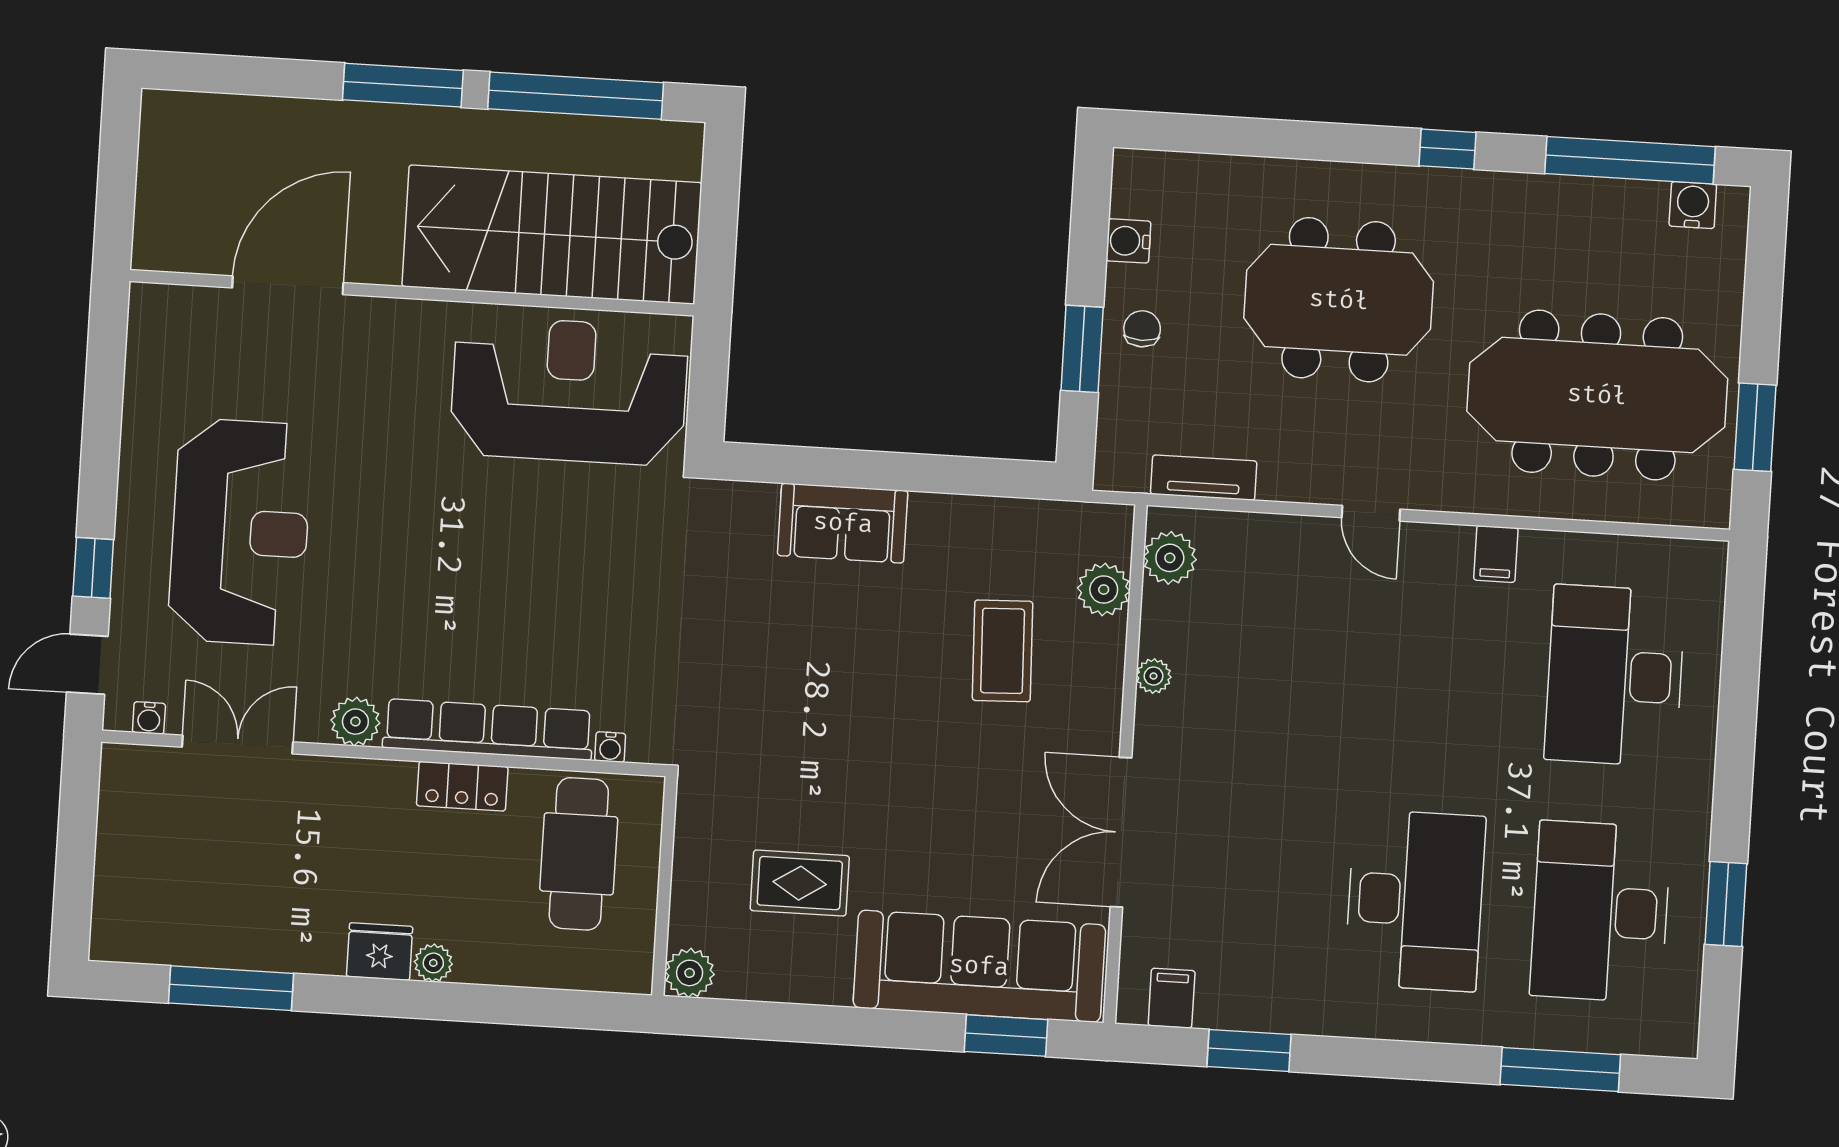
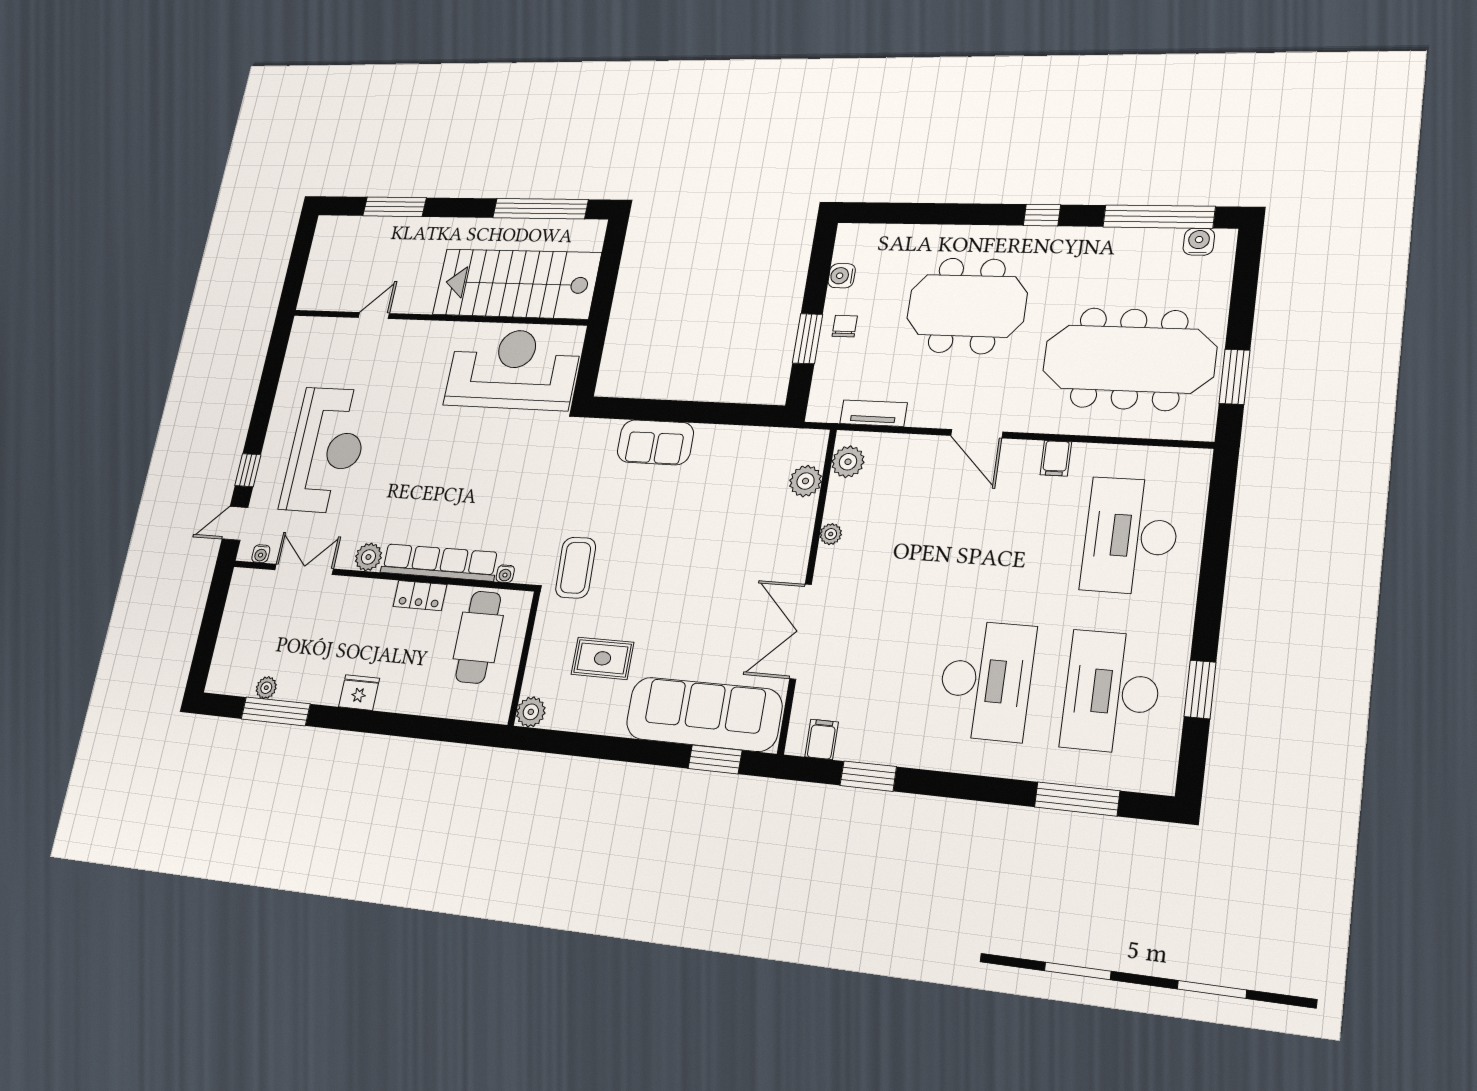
window: (403, 85) -> (394, 207), moved
door: (288, 285) -> (374, 315), width x0.53
door: (1371, 513) -> (977, 434), width x1.37
coffee table: (1003, 651) -> (576, 568), moved
plant: (433, 963) -> (266, 688), moved

